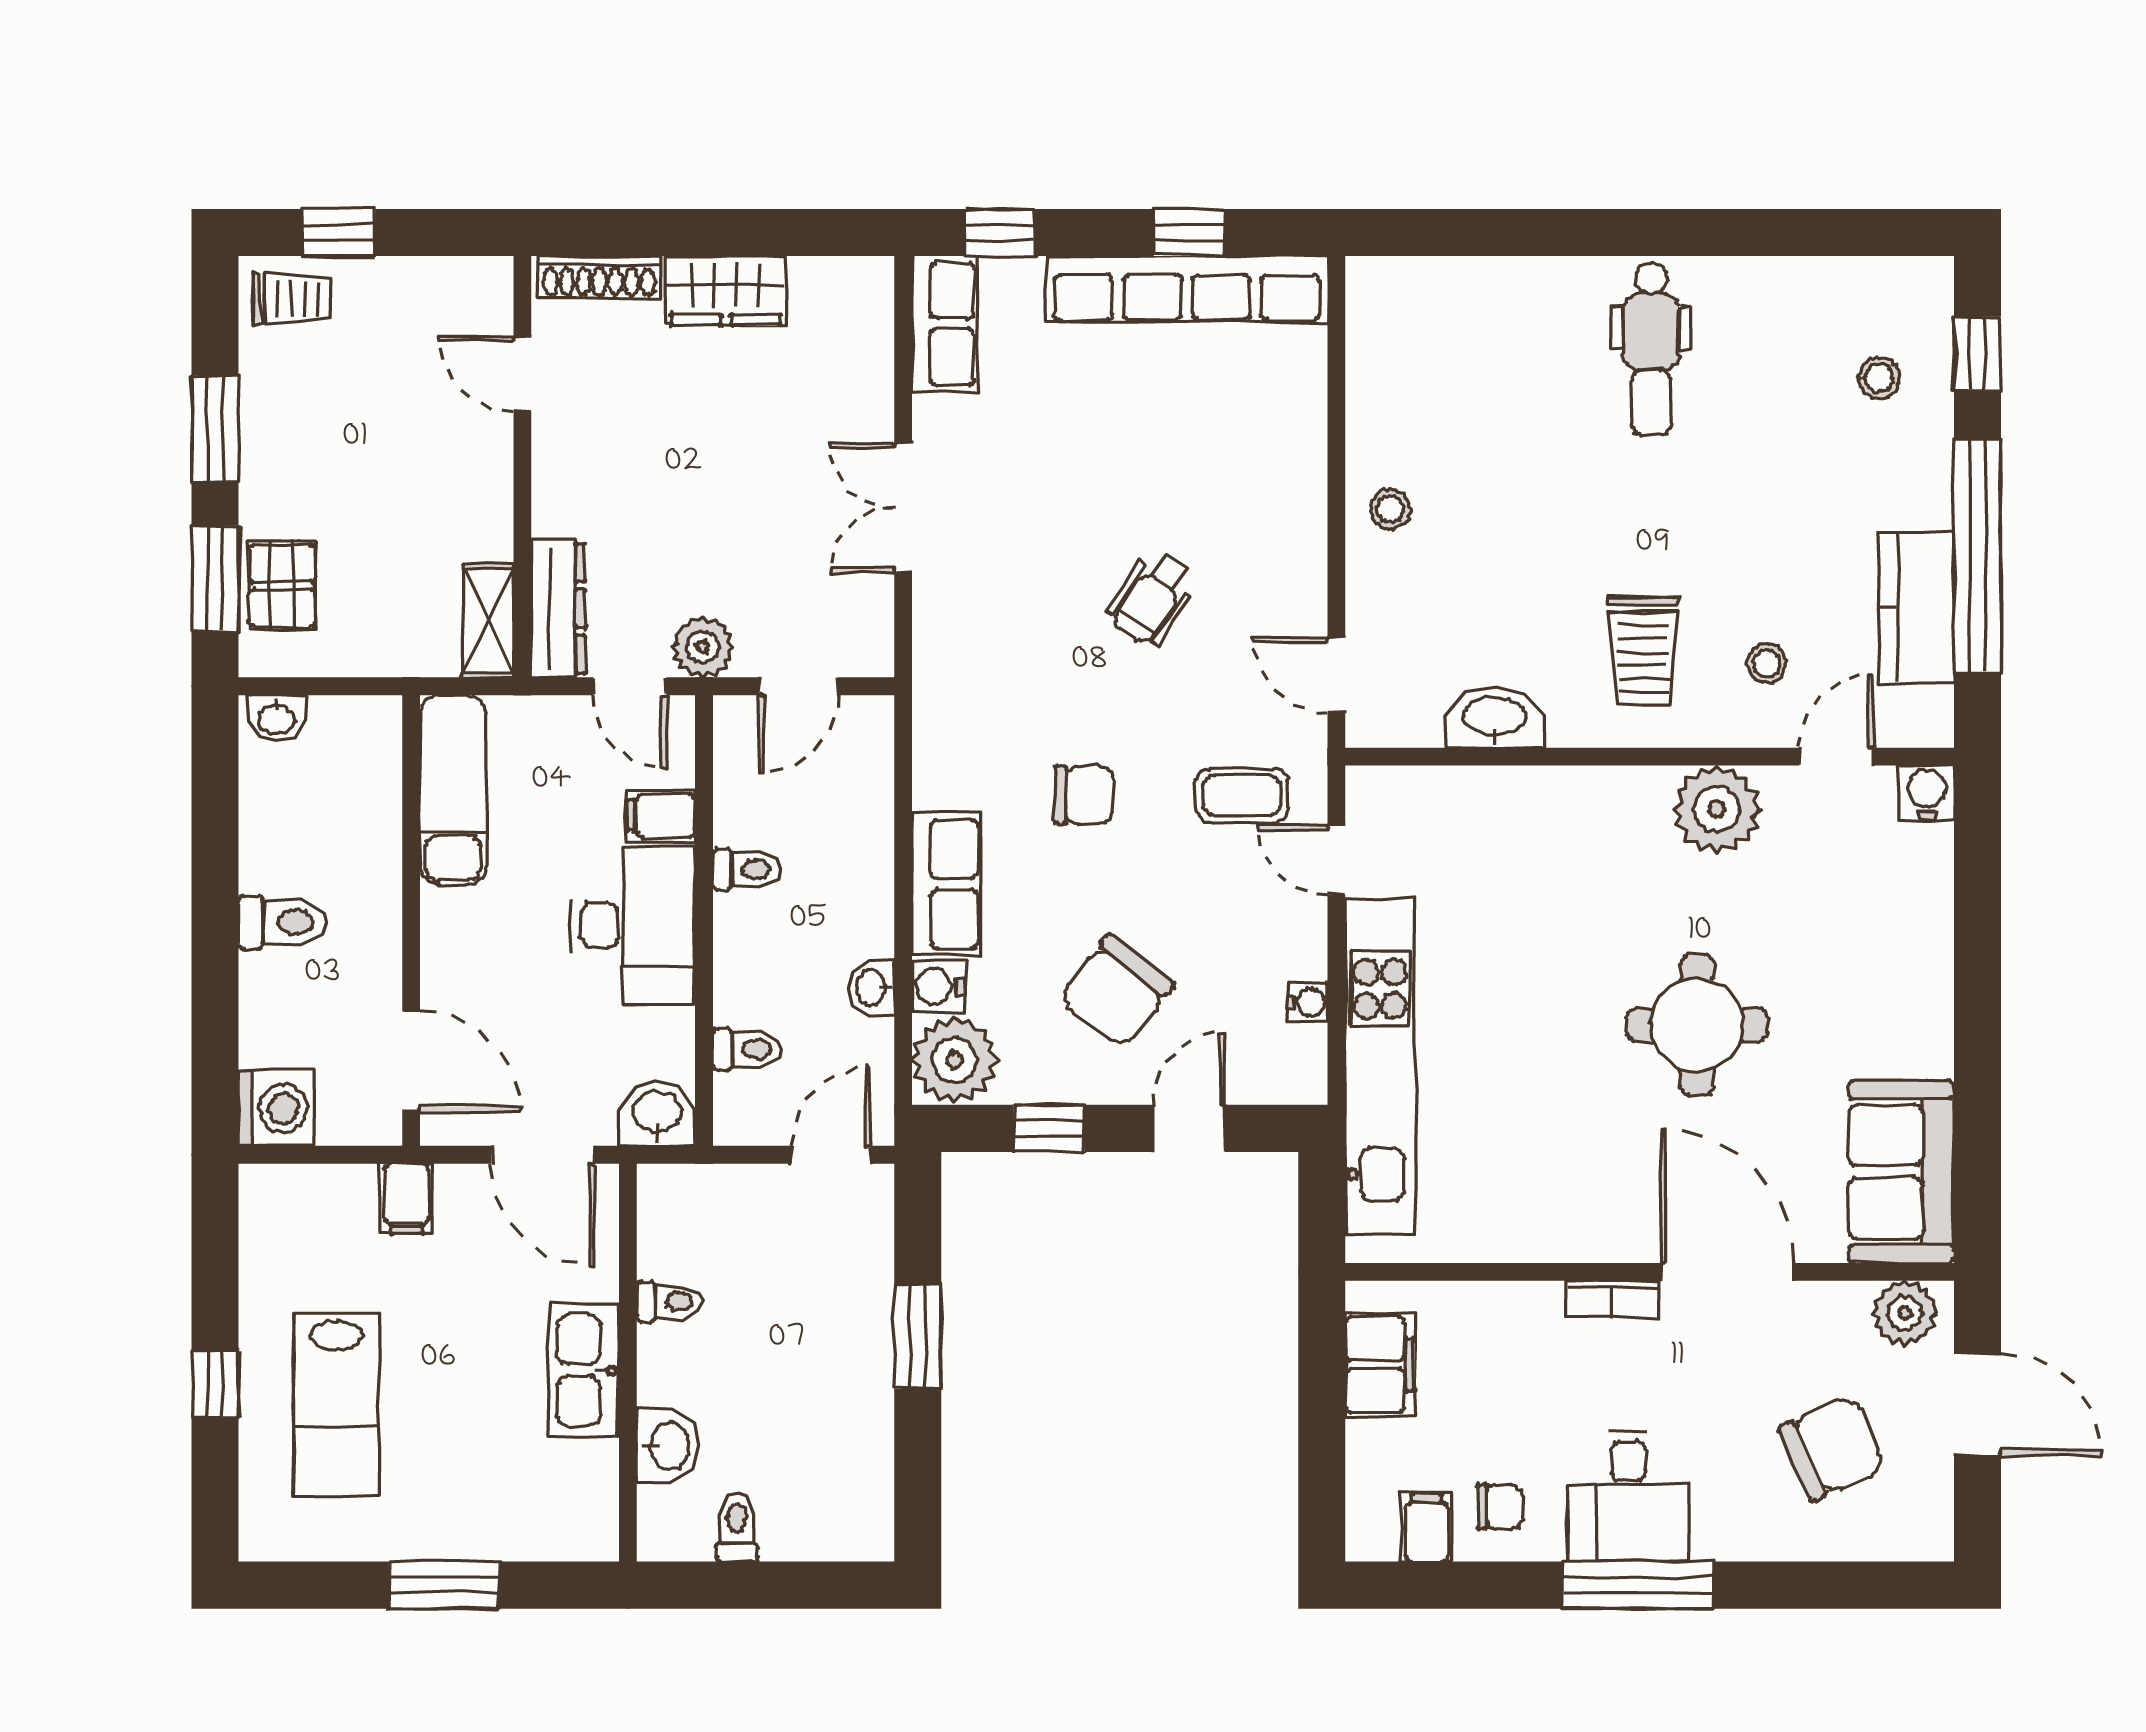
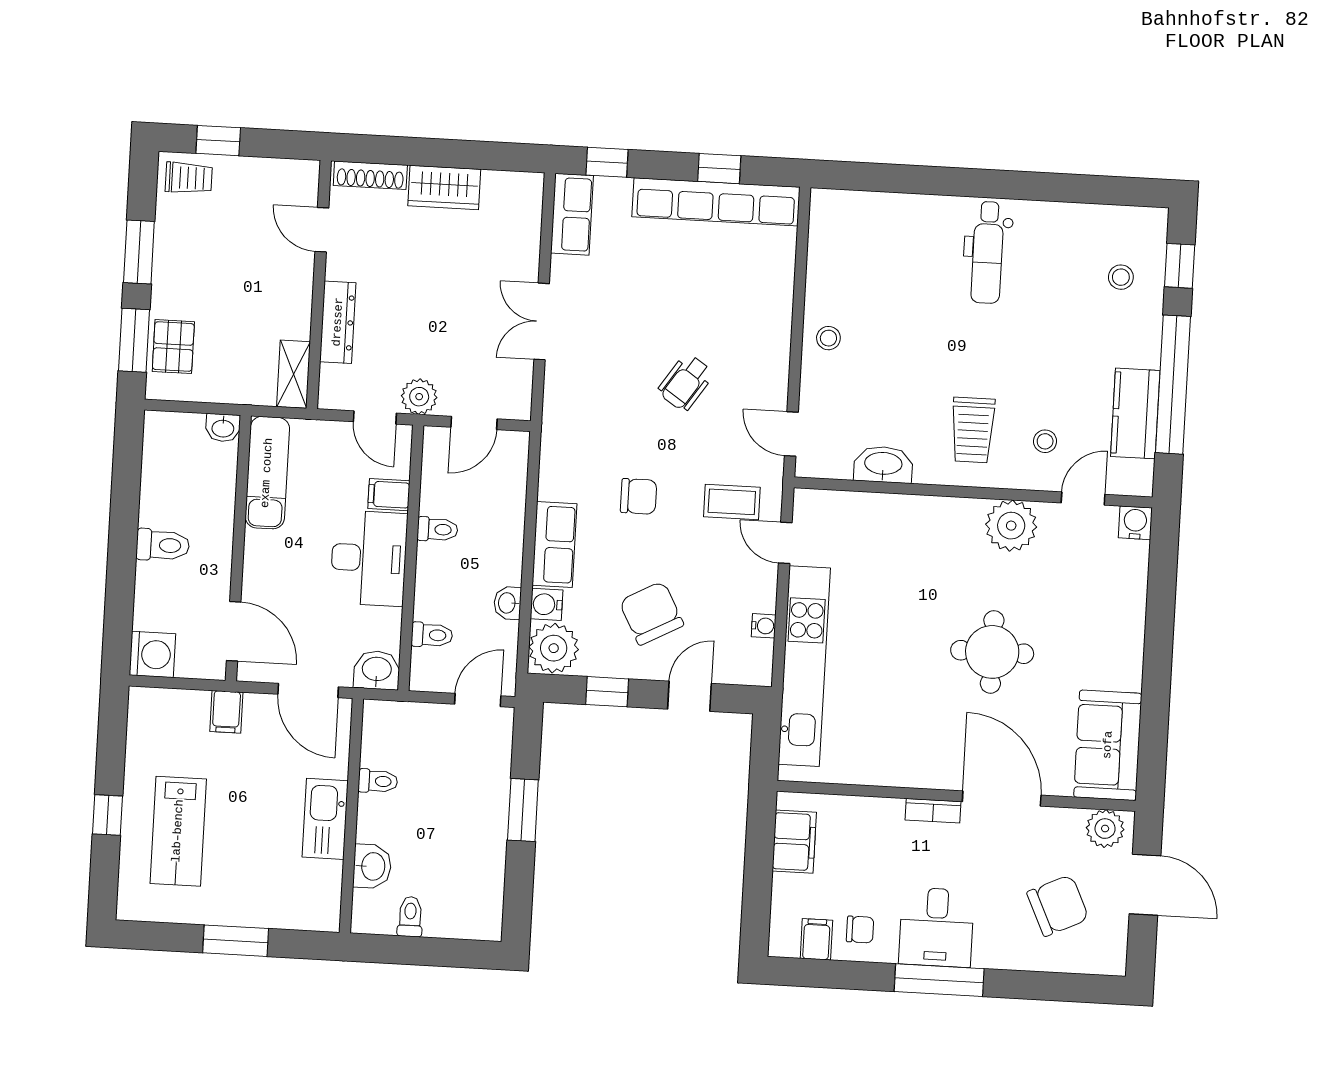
dresser: (558, 609) -> (338, 322), moved
washbasin: (277, 718) -> (223, 428), moved
chair: (1116, 991) -> (651, 613), turned 114

